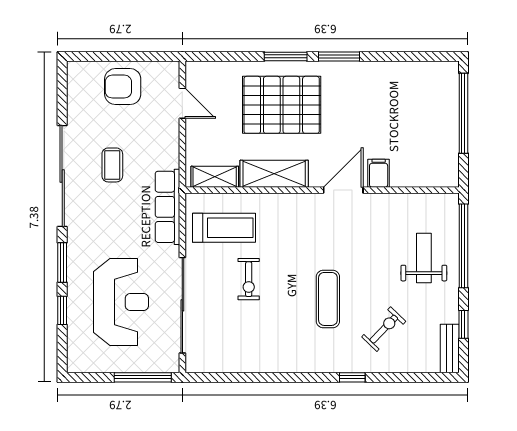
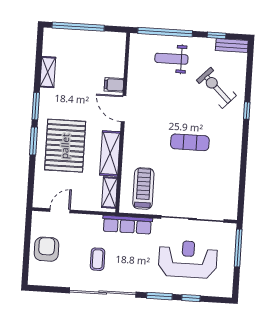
shelving: (392, 71) -> (48, 72), added
armchair: (123, 87) -> (47, 249), turned 180
coffee table: (112, 165) -> (98, 259), turned 90
exercise bike: (249, 279) -> (178, 174), removed
exercise mat: (328, 299) -> (190, 142), moved
exercise bike: (384, 329) -> (216, 88), width x1.38, depth x1.39

